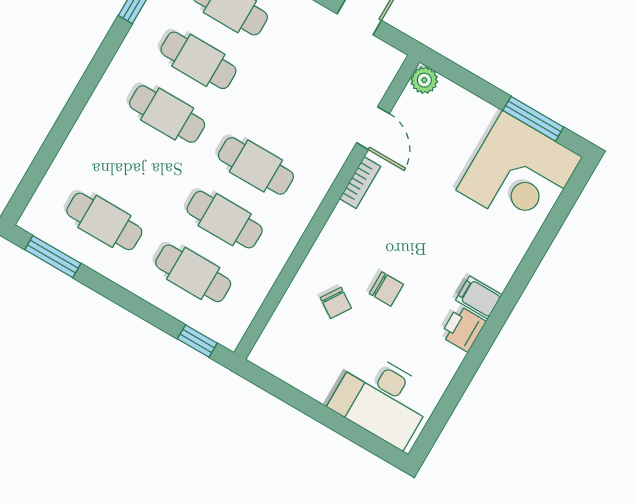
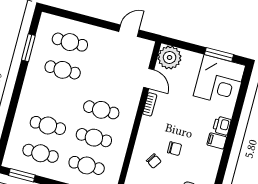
plant: (424, 80) -> (170, 57), width x1.88, depth x1.88
cafe table: (167, 114) -> (48, 125), moved
printer: (463, 329) -> (222, 126), moved

